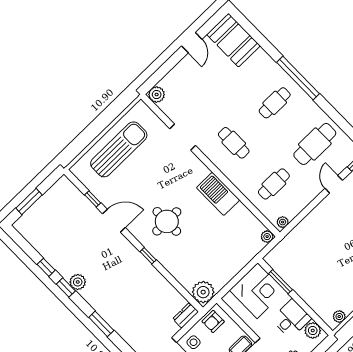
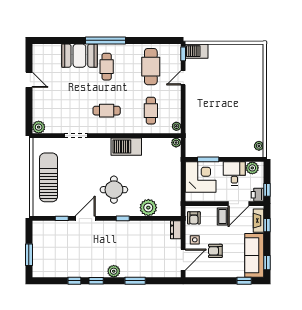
booth: (233, 40) -> (79, 56), moved
door: (334, 184) -> (183, 78), hinge flipped
plant: (78, 282) -> (114, 271), moved
plant: (203, 292) -> (148, 208), moved

